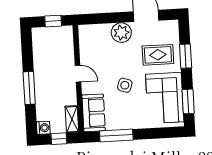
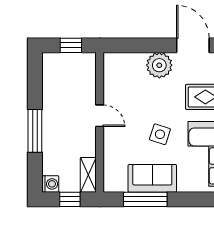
sofa: (94, 113) -> (152, 178), moved, turned -90

